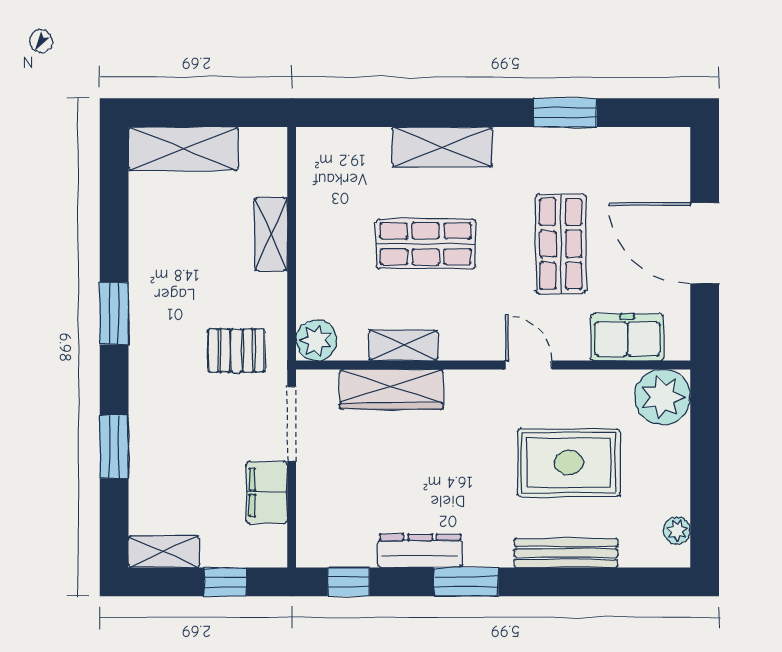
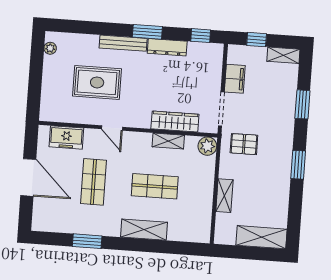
plant: (663, 397) -> (52, 109), removed
bench: (566, 553) -> (123, 43), moved

